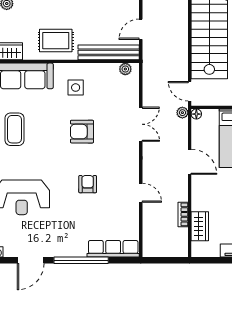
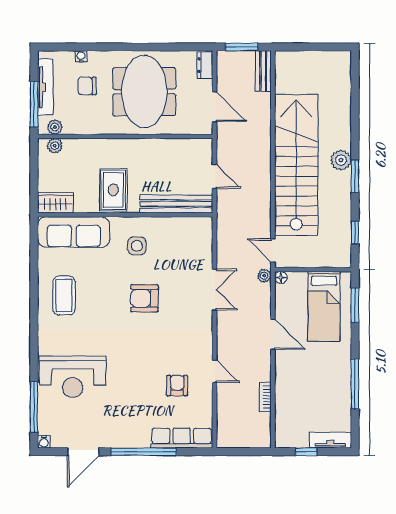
door: (141, 29) -> (215, 176), swing flipped
rug: (56, 41) -> (113, 190), turned 90
plant: (125, 69) -> (196, 224), removed
armchair: (88, 184) -> (177, 386), moved
wardrobe: (200, 226) -> (285, 411), removed
window: (218, 260) -> (306, 452), added

